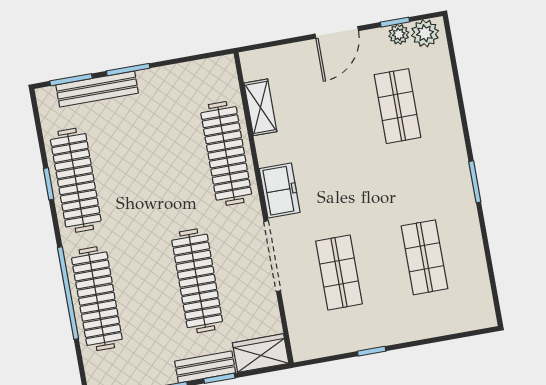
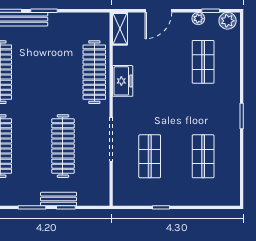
door: (337, 32) -> (158, 11), moved
plant: (399, 34) -> (198, 19), moved
shelving: (260, 107) -> (120, 29), moved
freezer: (280, 190) -> (123, 81), moved
wardrobe: (261, 353) -> (94, 197), removed

